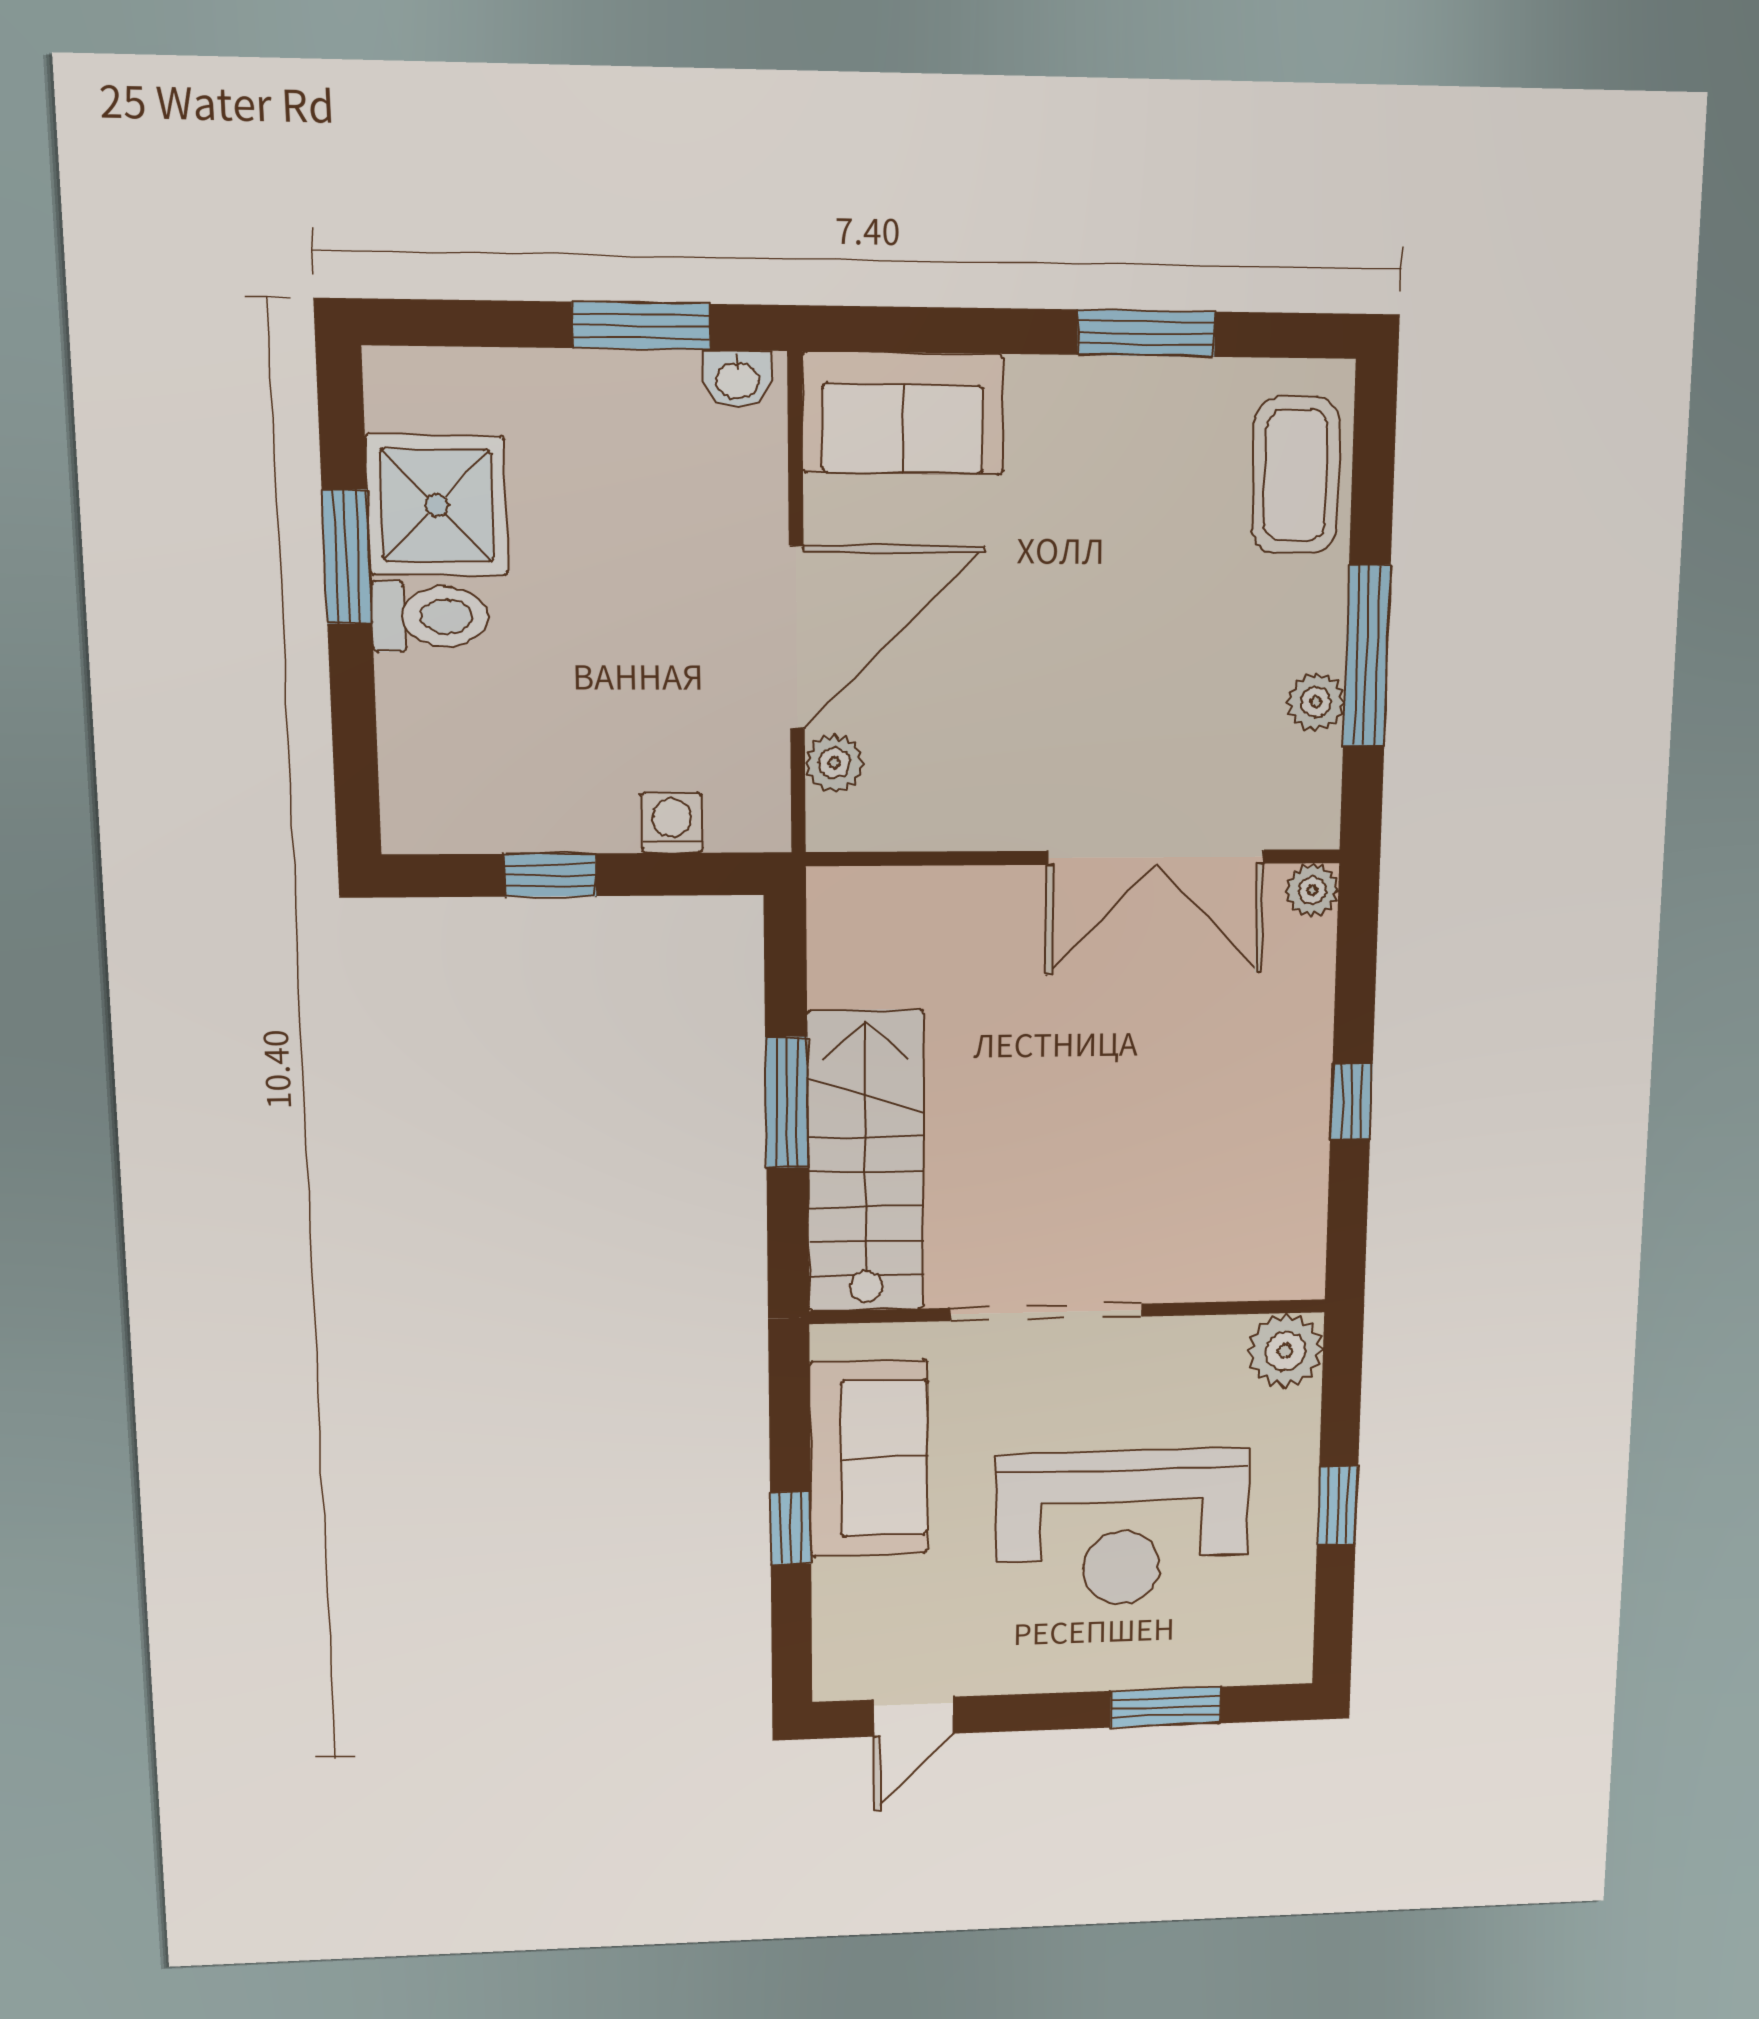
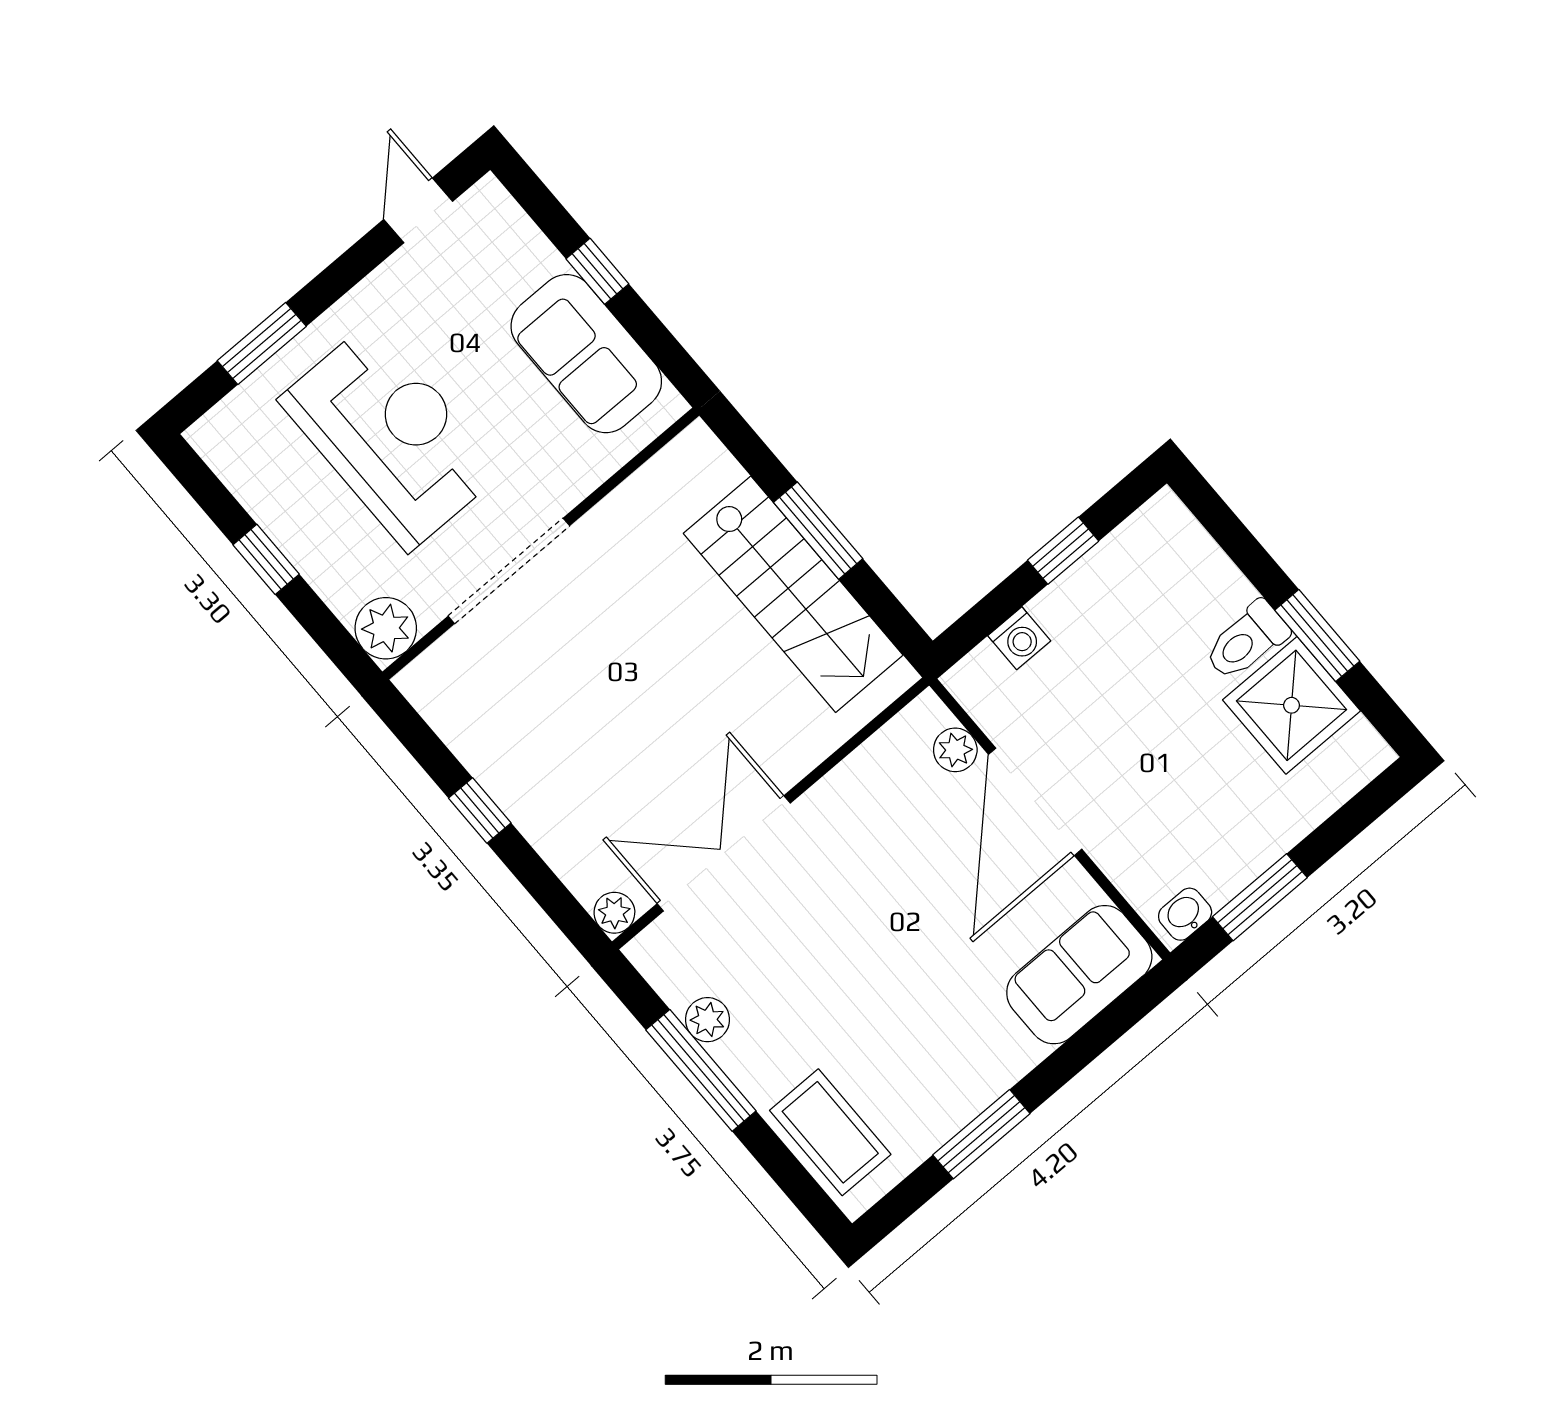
stairs: (866, 1161) -> (793, 594), moved
doorway: (1046, 1312) -> (509, 571), moved
reception desk: (1122, 1528) -> (391, 436), turned 90

